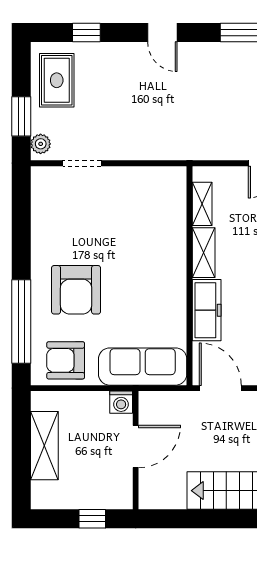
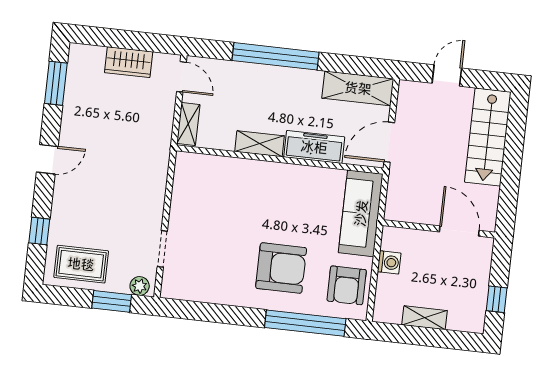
shelving: (202, 204) -> (188, 124), moved, turned 90
washing machine: (121, 402) -> (389, 262), moved
shelving: (44, 446) -> (425, 318), width x0.67, depth x0.75
door: (136, 447) -> (459, 231), moved
window: (92, 519) -> (497, 299), moved

